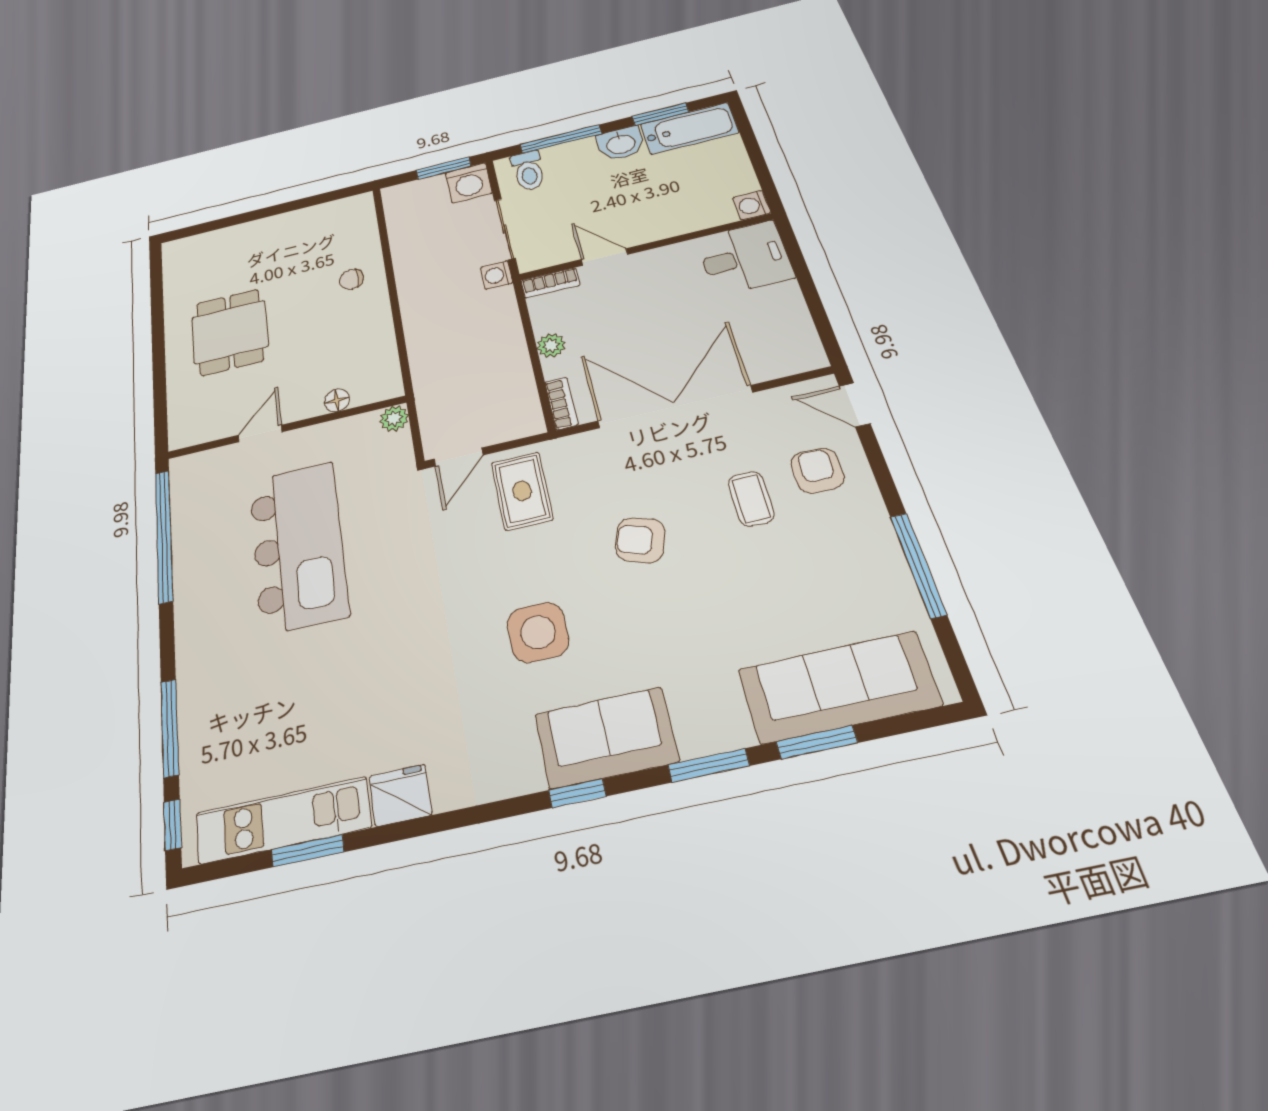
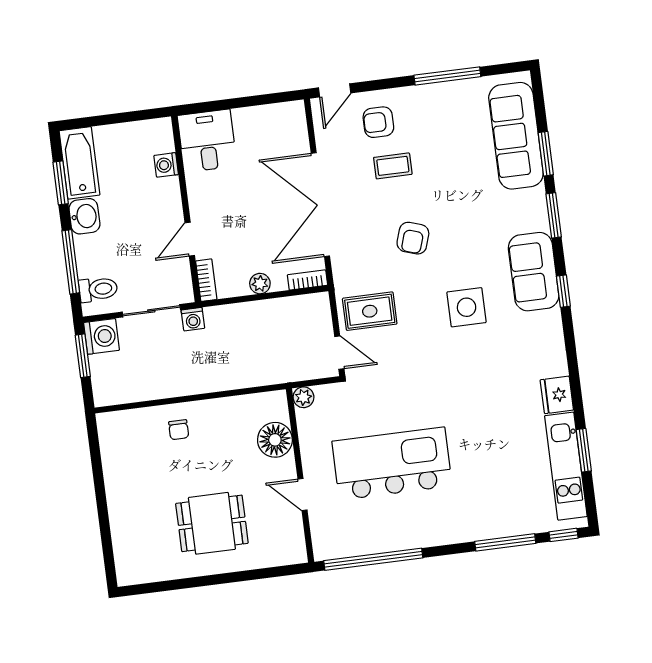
washing machine: (752, 205) -> (166, 165), moved, turned 90
floor lamp: (337, 400) -> (275, 440), width x1.89, depth x1.89

